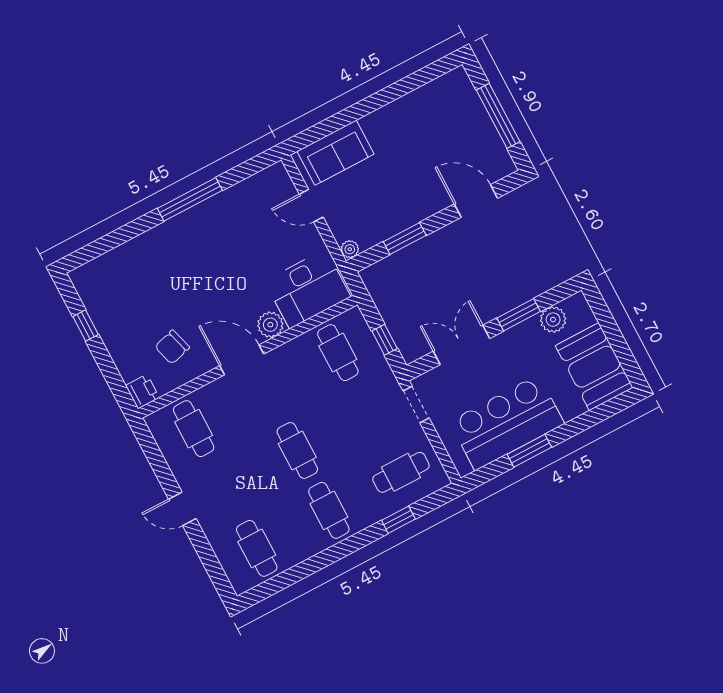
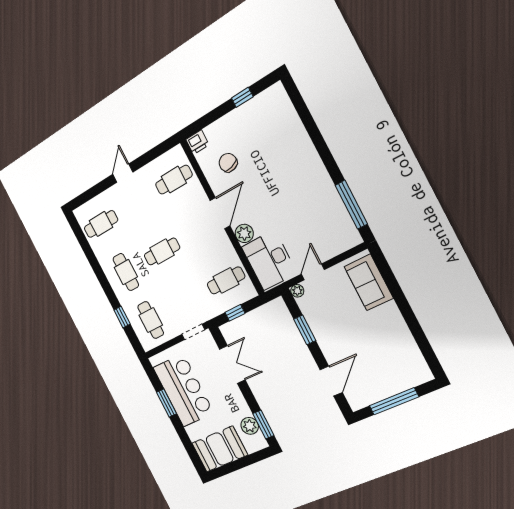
window: (190, 199) -> (351, 205), moved
door: (311, 206) -> (313, 272), moved
window: (519, 315) -> (263, 424), moved
cafe table: (329, 510) -> (126, 272), turned 90

